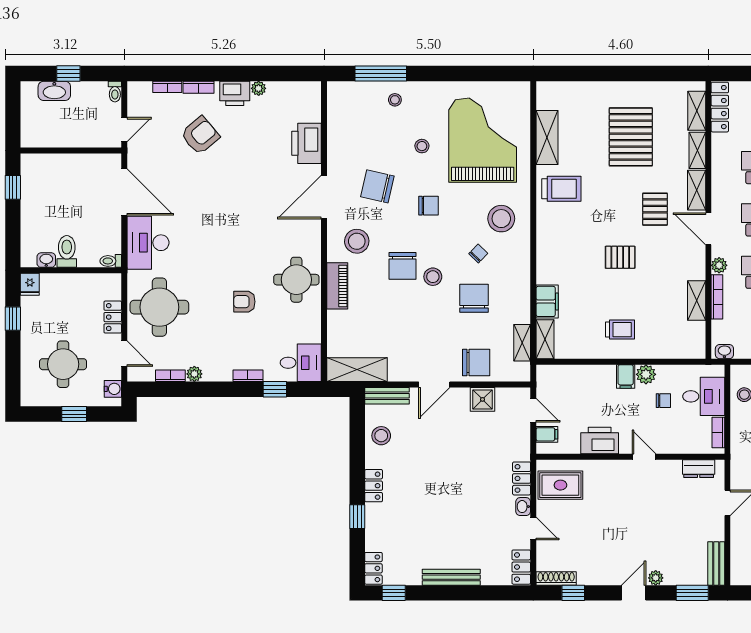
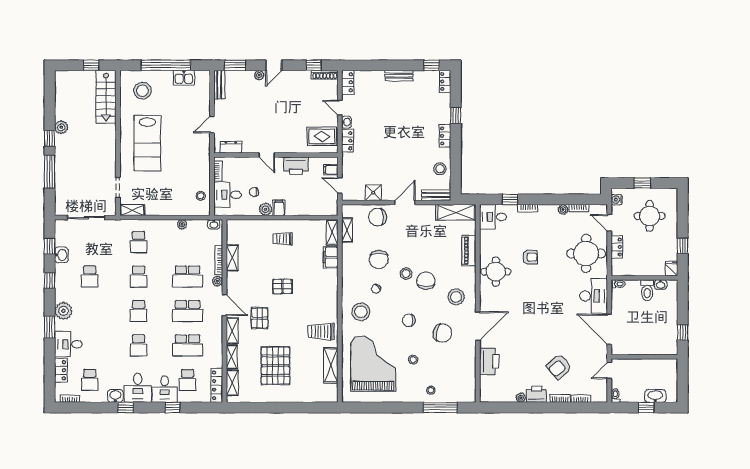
grand piano: (483, 140) -> (373, 364), turned 180
piano: (337, 286) -> (469, 251), moved
bench: (451, 577) -> (399, 76), width x0.73

